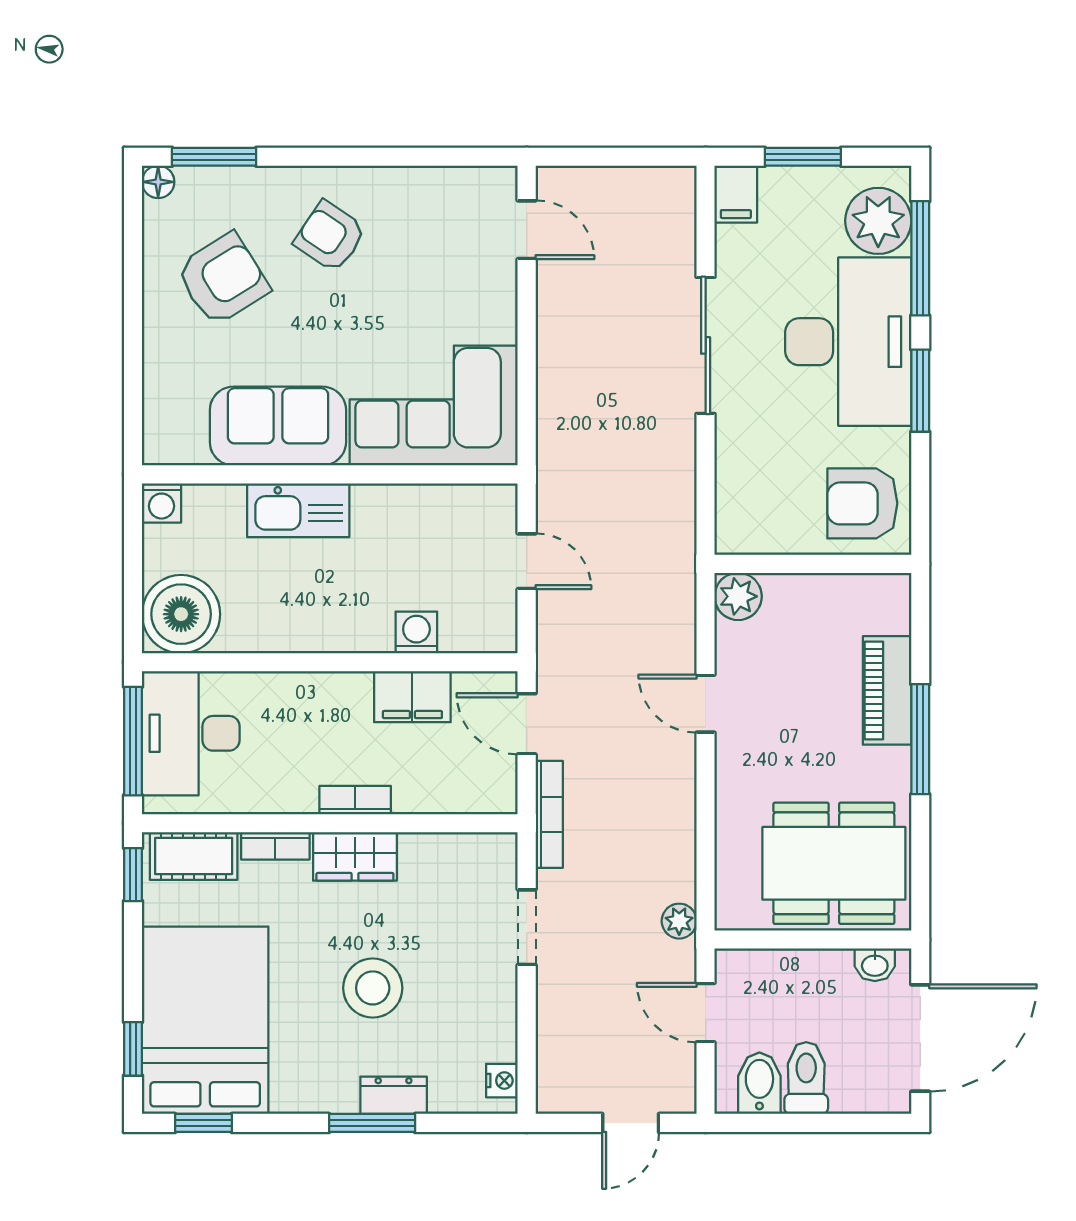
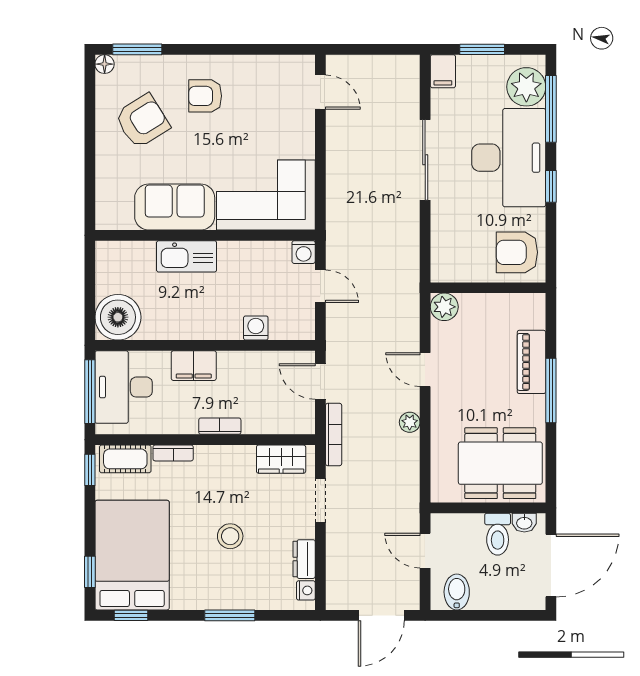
armchair: (330, 236) -> (205, 96), turned -34
window: (920, 391) -> (551, 186), width x0.67
washing machine: (162, 503) -> (304, 252), moved
filing cabinet: (412, 697) -> (194, 366), moved
wardrobe: (355, 856) -> (281, 459), moved
plant: (679, 921) -> (410, 422), moved
stool: (373, 988) -> (230, 536), width x0.73, depth x0.73
toilet: (806, 1078) -> (498, 534), moved, turned 180
dresser: (394, 1095) -> (304, 559), moved, turned -90
door: (631, 1123) -> (381, 615), width x1.38

